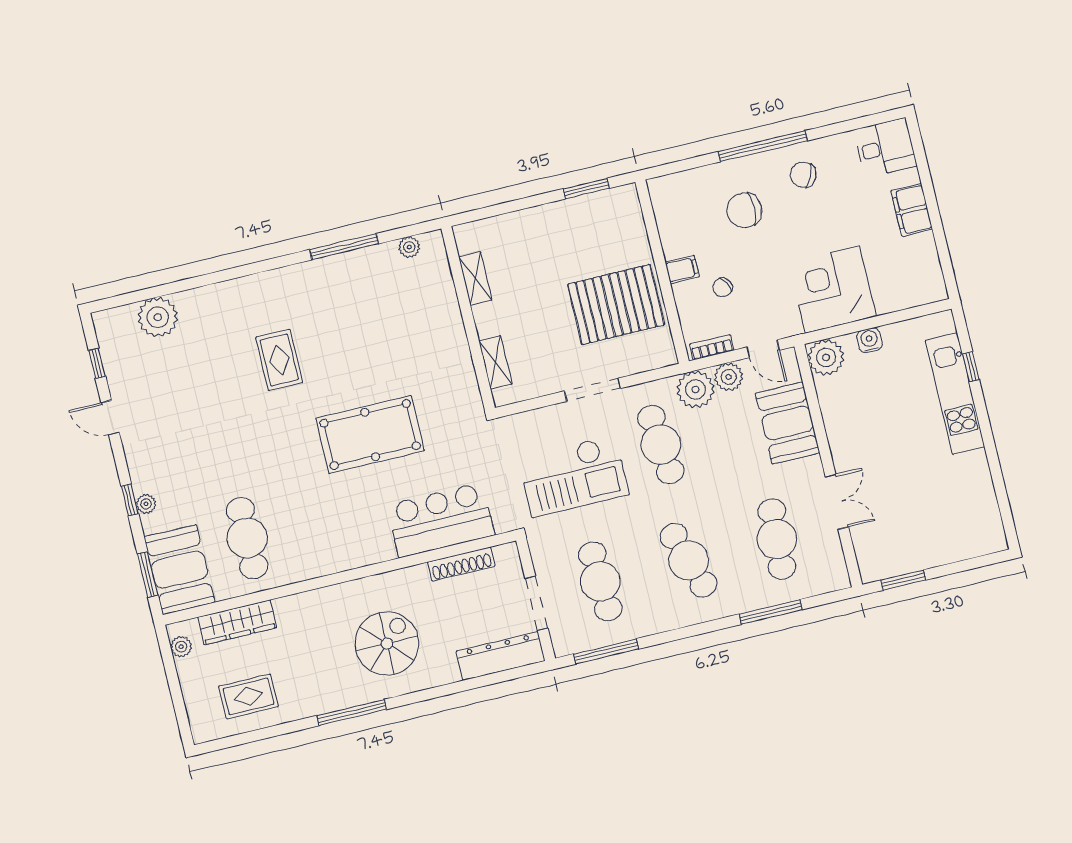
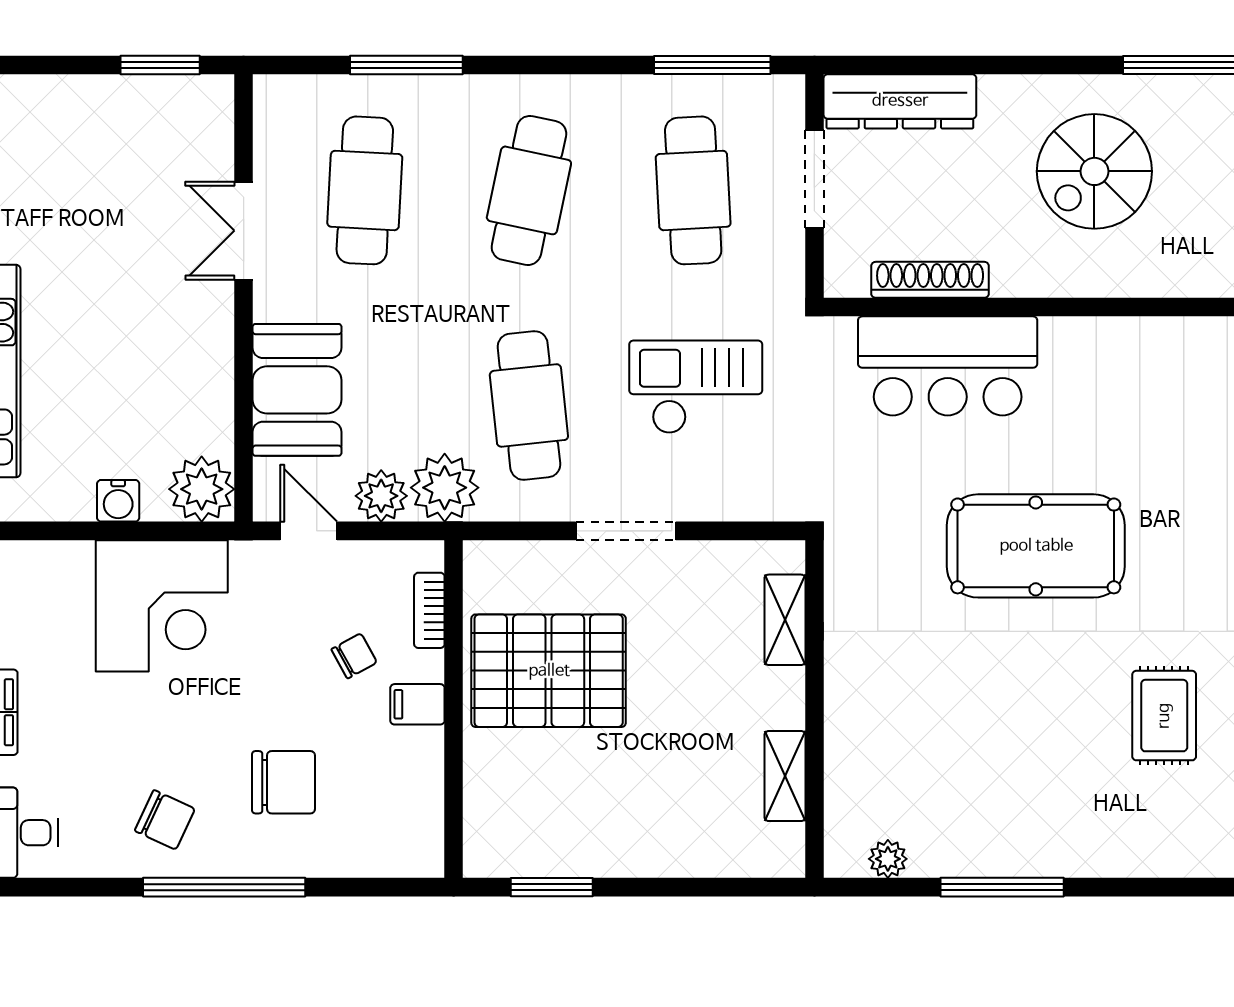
bookcase: (712, 347) -> (429, 610), moved, turned 90
checkout: (574, 476) -> (696, 387), width x0.73, depth x0.83
cafe table: (689, 560) -> (529, 190), turned 30

